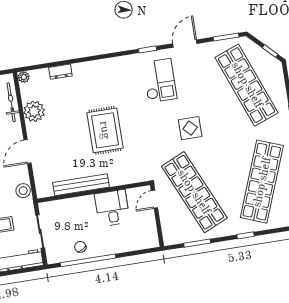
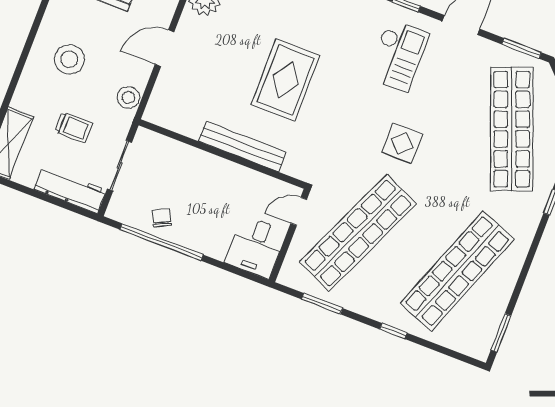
bench: (81, 185) -> (242, 147), moved
shop shelf: (194, 192) -> (358, 233), turned 48
desk: (112, 208) -> (256, 247), moved, turned 180

